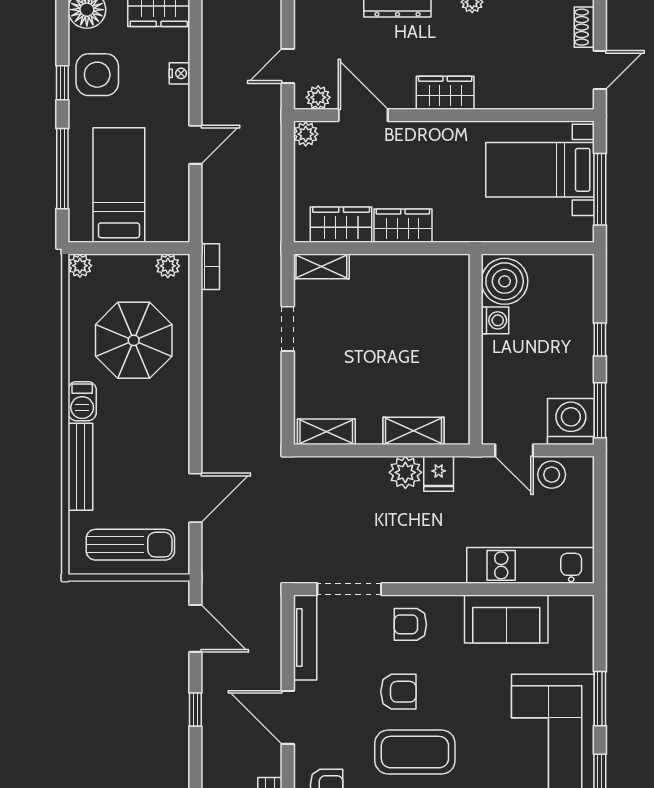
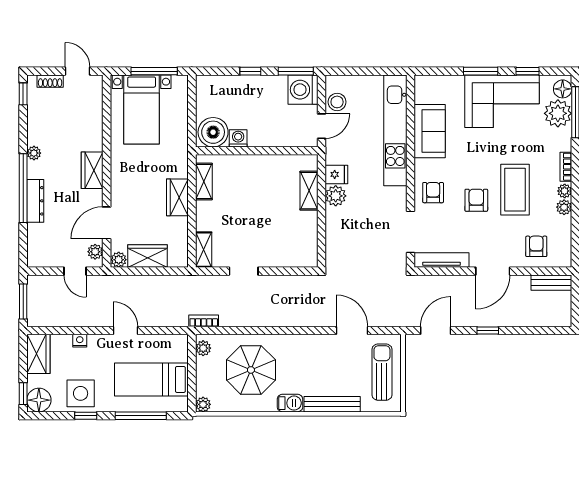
wardrobe: (341, 225) -> (148, 256), moved, turned 90
shelving: (326, 432) -> (204, 182), moved
kitchen unit: (530, 565) -> (395, 130), width x1.36
armchair: (410, 624) -> (433, 193), turned 180

